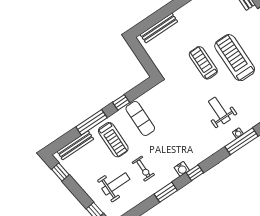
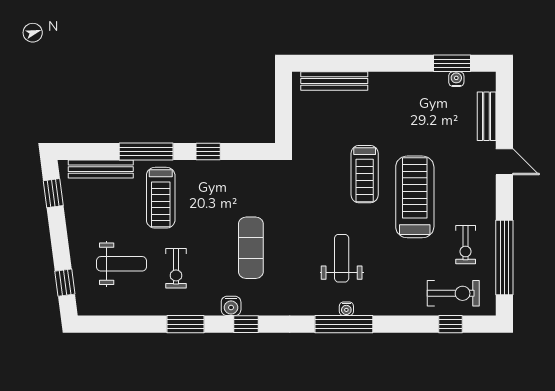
treadmill: (203, 63) -> (365, 174), turned 180
exercise mat: (140, 118) -> (251, 248), moved

